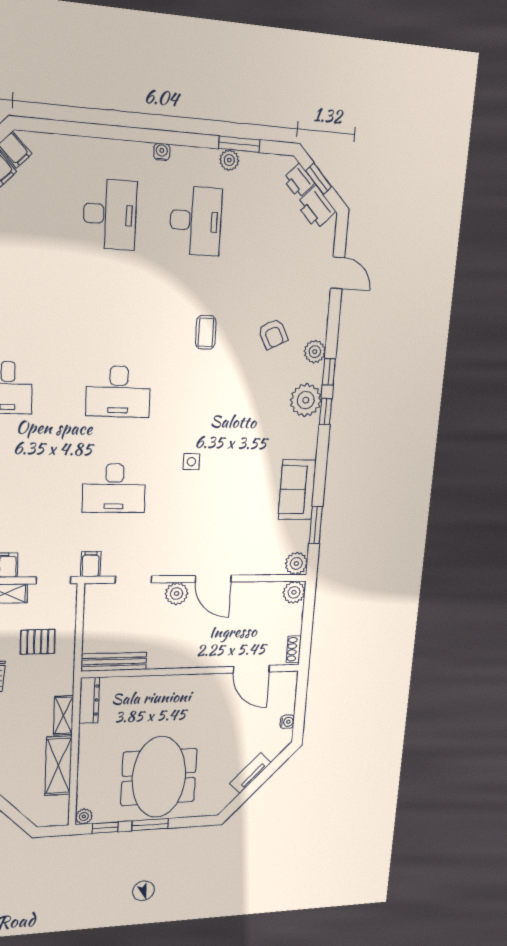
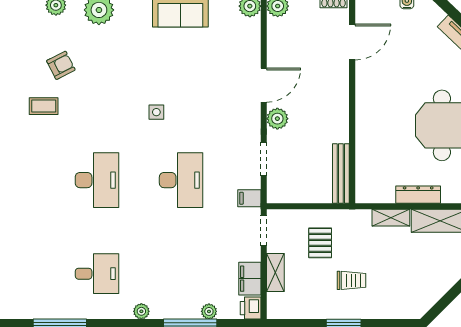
armchair: (273, 334) -> (61, 65), moved
dresser: (89, 700) -> (418, 195), moved

